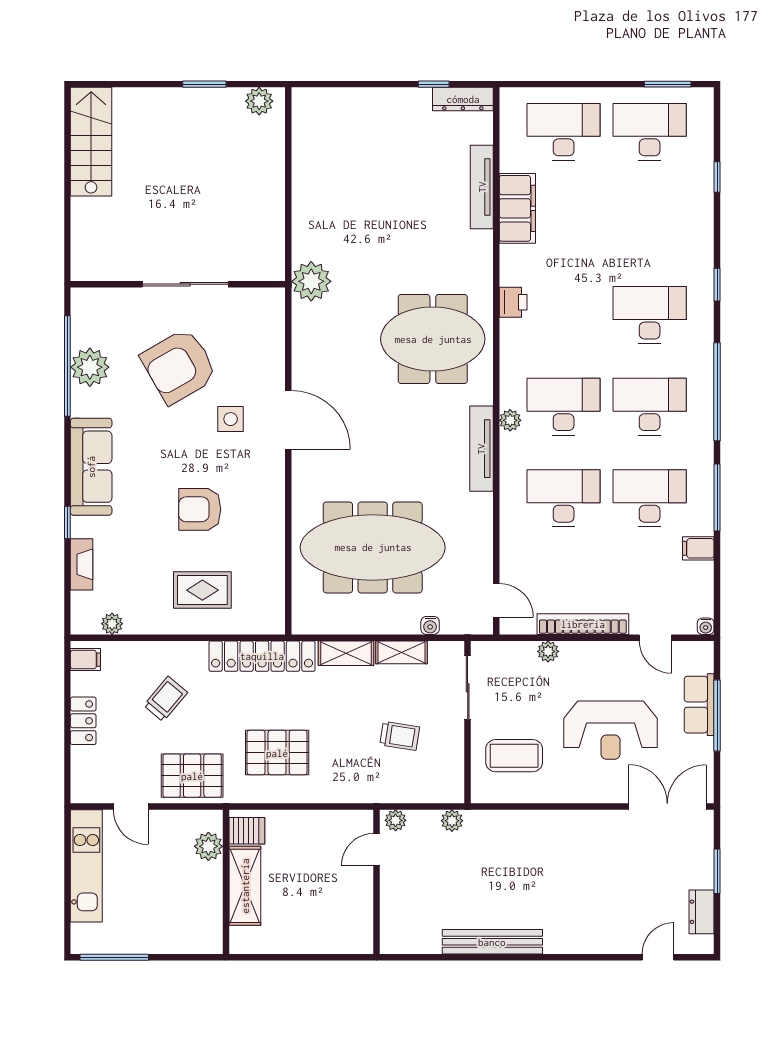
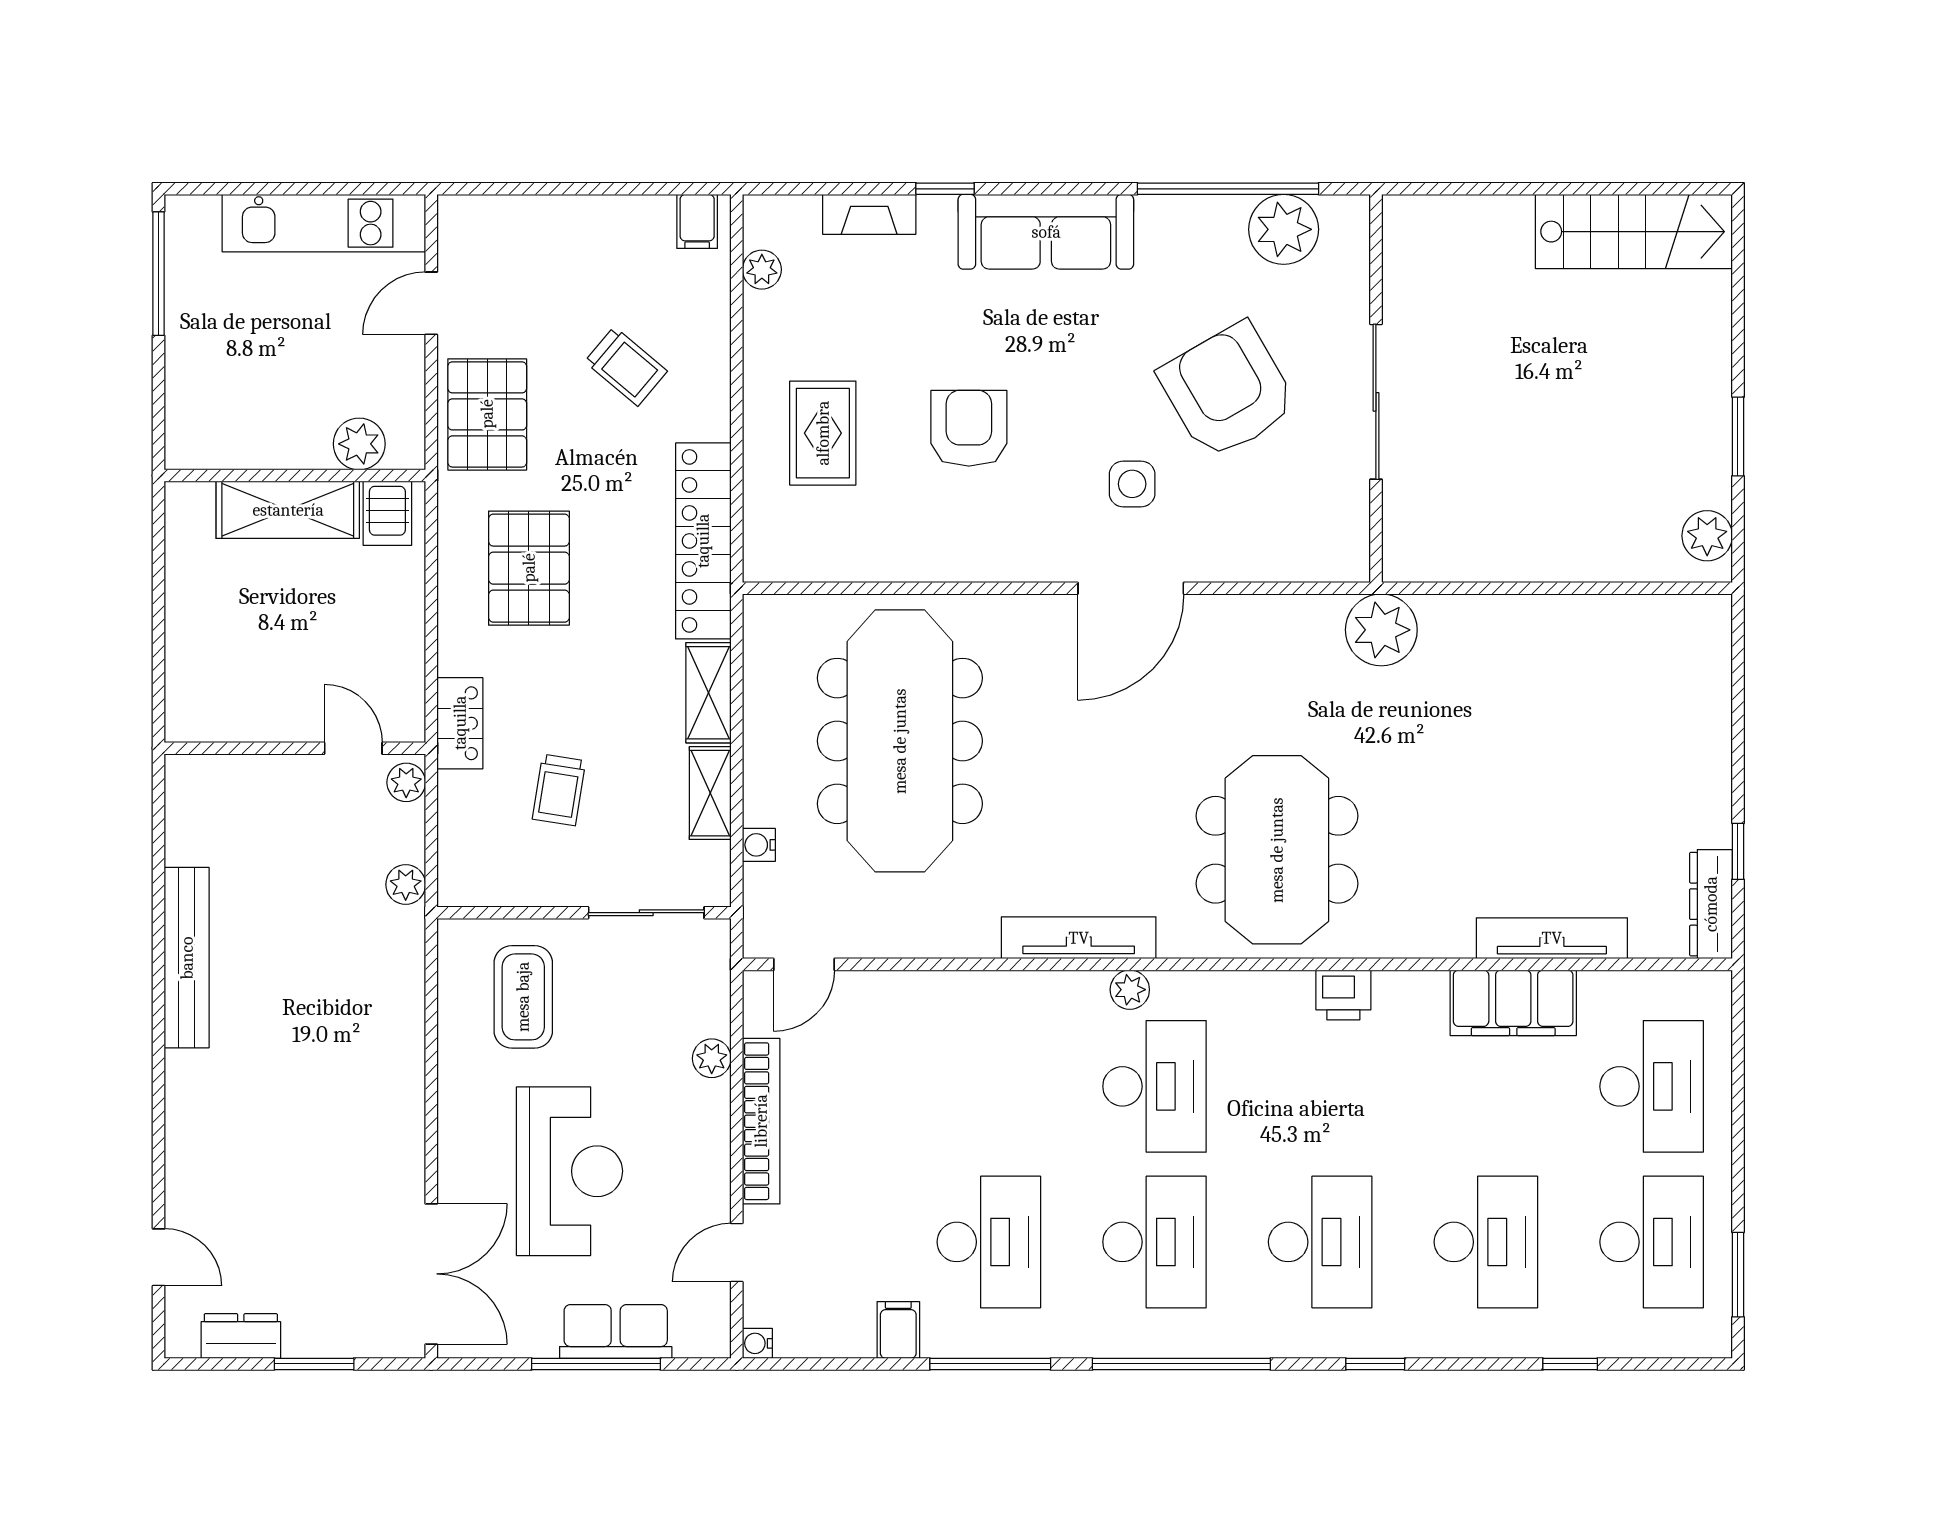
plant: (90, 367) -> (1284, 229), moved
desk: (564, 498) -> (1486, 1242), moved
locker: (83, 721) -> (460, 723), moved, turned -90
reception desk: (610, 730) -> (569, 1171), turned 180

